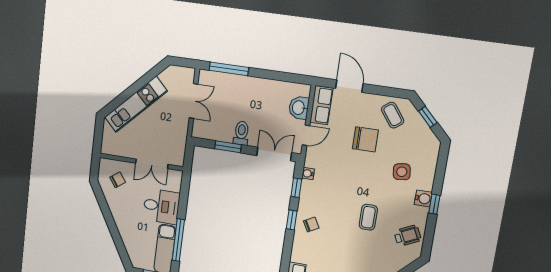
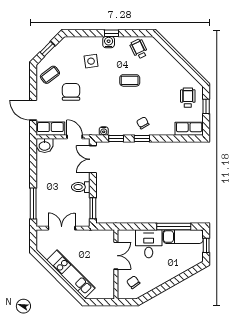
door: (349, 86) -> (33, 110), hinge flipped
washbasin: (299, 108) -> (45, 146), moved
window: (228, 147) -> (93, 208), moved

